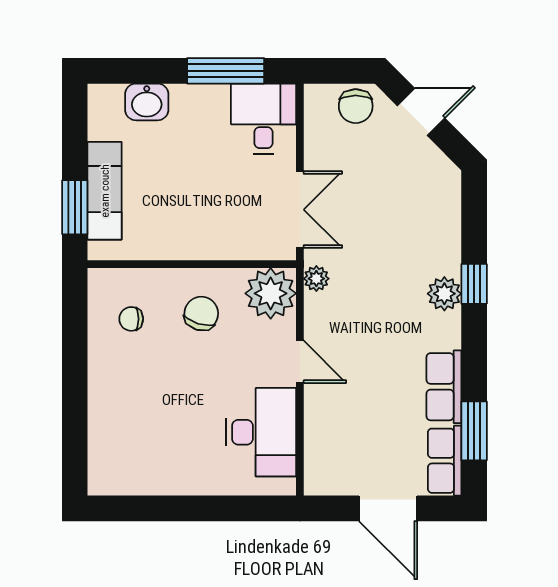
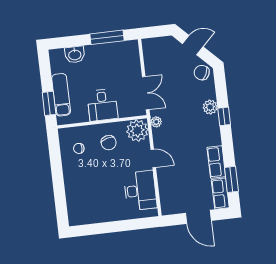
chair: (356, 106) -> (202, 73), moved, turned 115
desk: (263, 119) -> (102, 105), moved, turned 180
plant: (444, 294) -> (210, 107), moved
chair: (201, 313) -> (109, 143), turned 147

